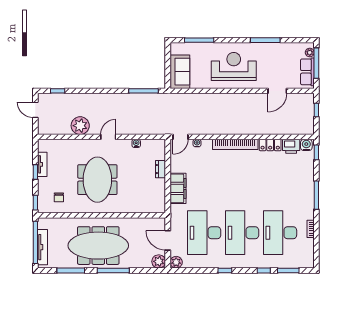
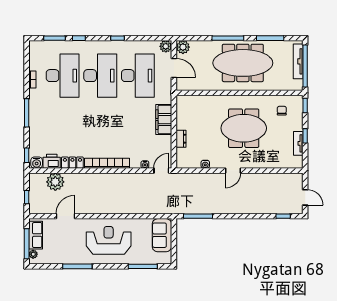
reception desk: (234, 66) -> (109, 240), turned 180
plant: (80, 126) -> (55, 182), moved
meeting table: (97, 180) -> (244, 128), turned 90

